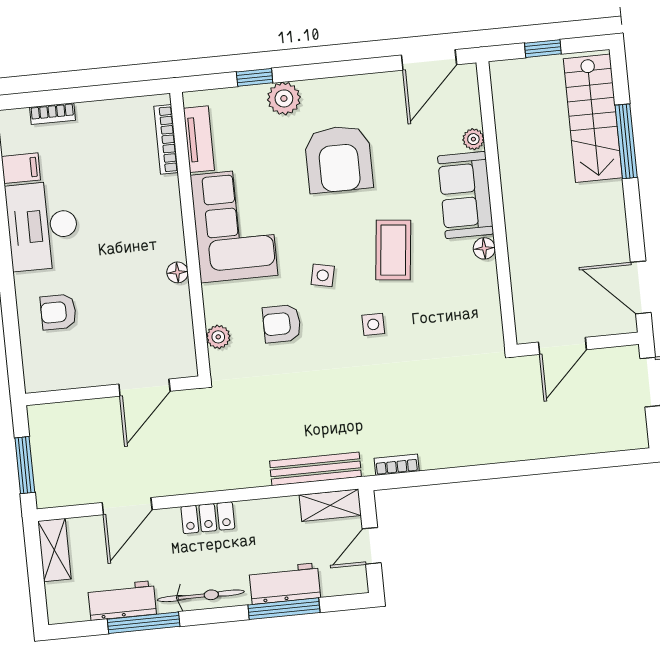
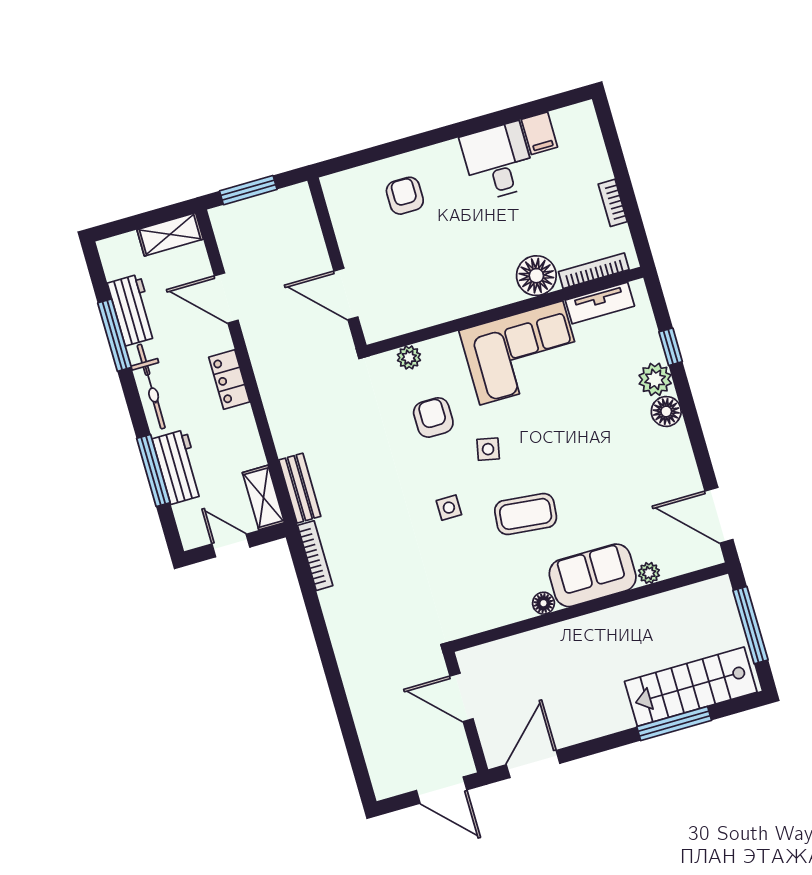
window: (543, 49) -> (750, 625), width x2.17
floor lamp: (318, 93) -> (666, 411), added
bookcase: (52, 114) -> (613, 203), moved
armchair: (339, 159) -> (605, 444), removed
desk: (42, 226) -> (498, 161), width x0.73
floor lamp: (177, 272) -> (536, 276), moved, width x1.89, depth x1.89
bookcase: (397, 465) -> (315, 556), width x1.56
bench: (316, 469) -> (300, 488), width x0.73

